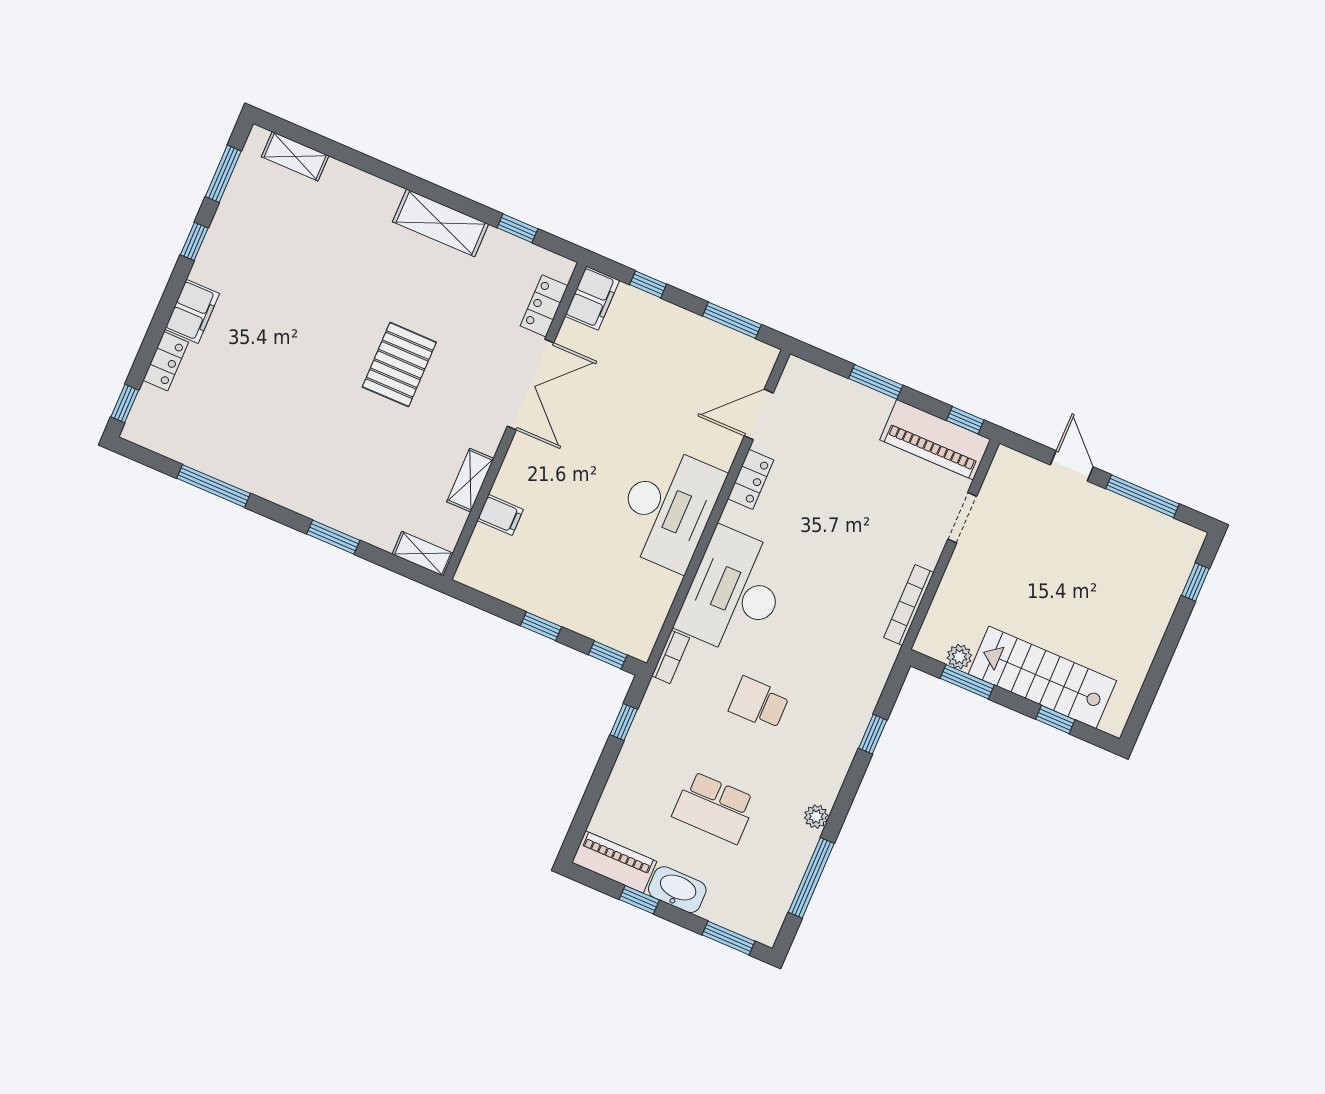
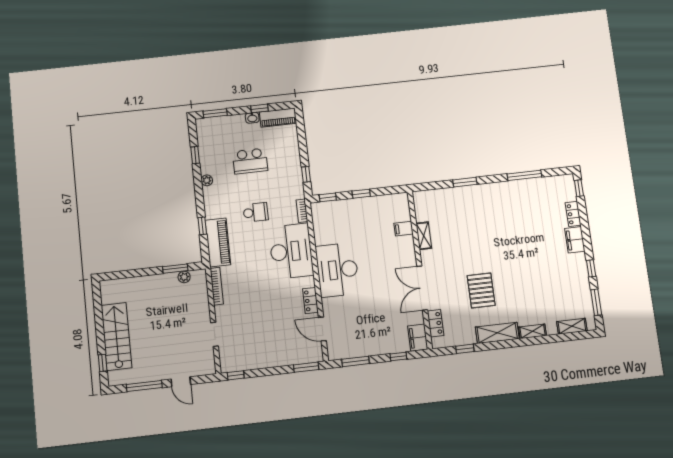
pallet: (399, 365) -> (481, 290), moved
window: (876, 382) -> (306, 367), moved
door: (759, 414) -> (322, 329), swing flipped
piano: (935, 440) -> (218, 242), moved, turned 90
shelving: (423, 554) -> (533, 331), moved
stairs: (1042, 677) -> (116, 336), moved, turned -90
window: (1055, 720) -> (130, 274), removed
school desk: (714, 807) -> (250, 161), turned 180
window: (811, 878) -> (195, 155), width x0.46
washbasin: (677, 890) -> (252, 118), width x0.52, depth x0.69

